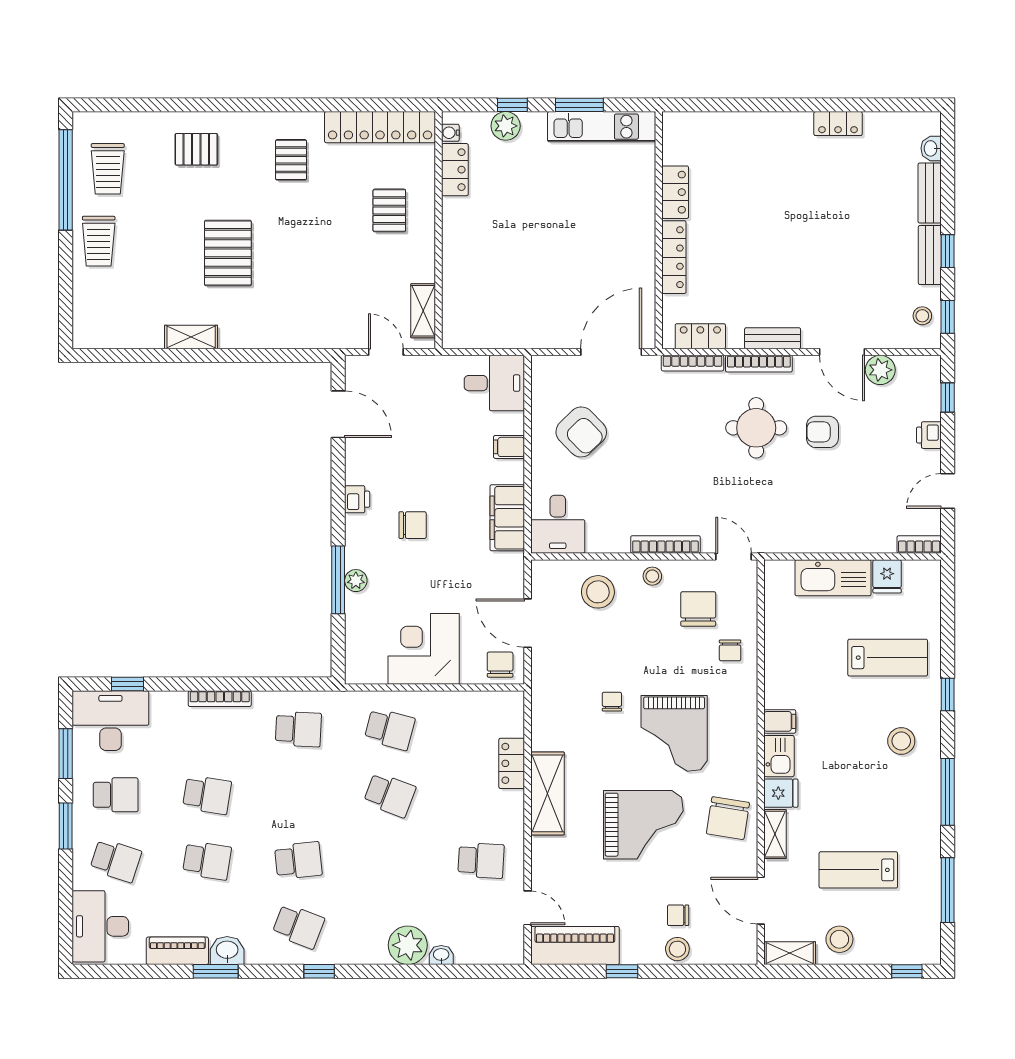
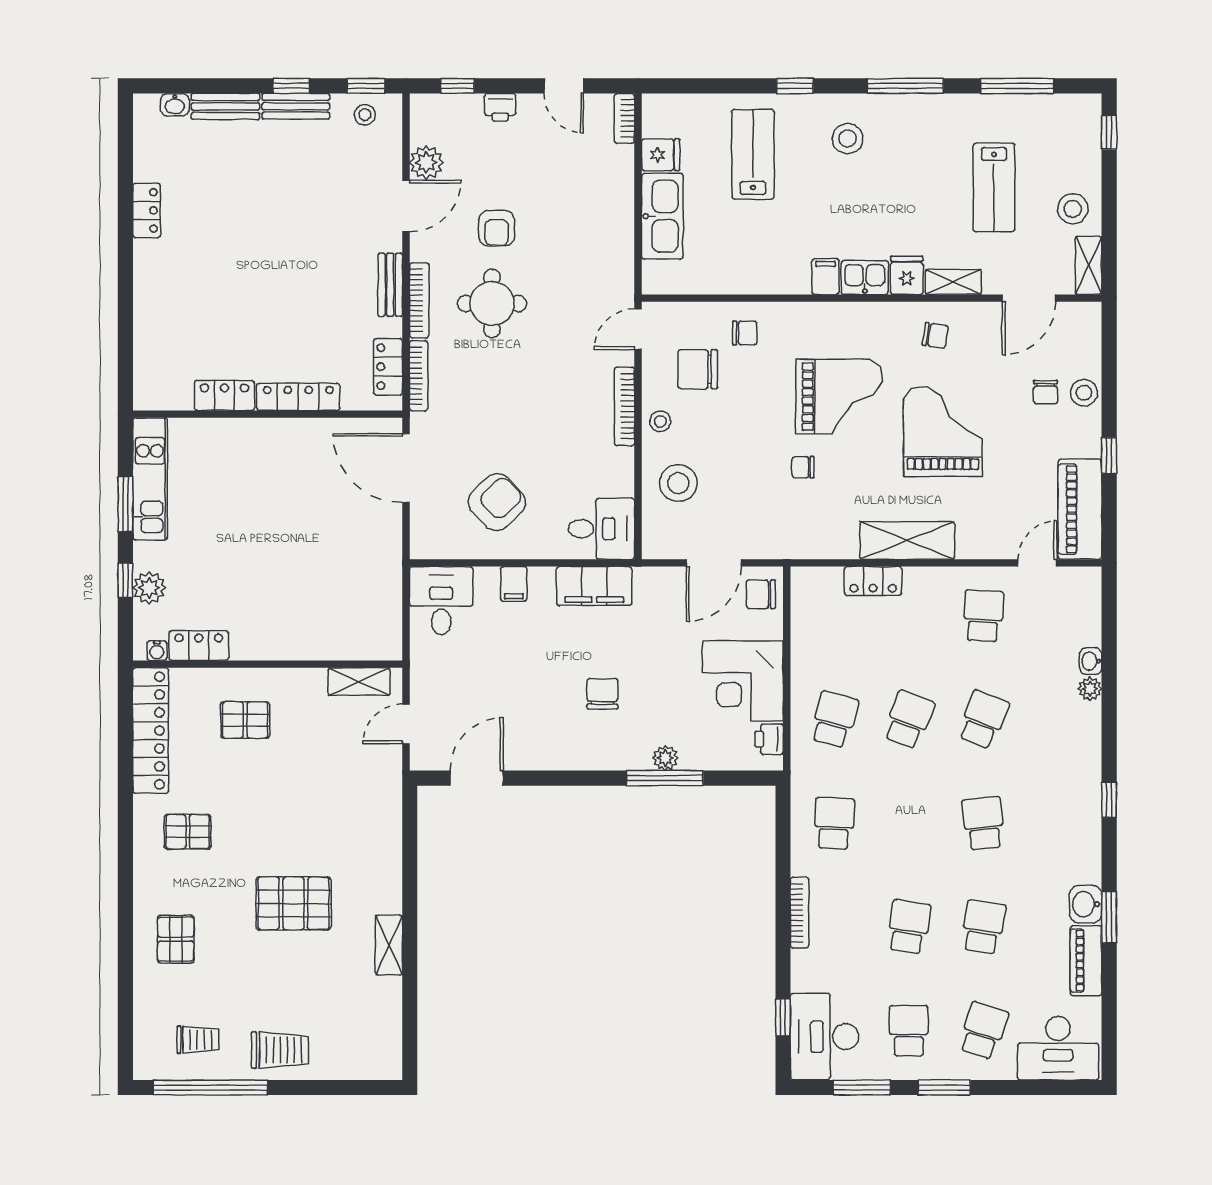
trolley: (108, 169) -> (198, 1040), width x0.73, depth x0.72
printer: (357, 499) -> (769, 739), moved, turned -90
chair: (728, 818) -> (935, 335), width x0.54, depth x0.54
school desk: (298, 926) -> (983, 720), moved
plant: (408, 945) -> (1090, 689), width x0.53, depth x0.53

